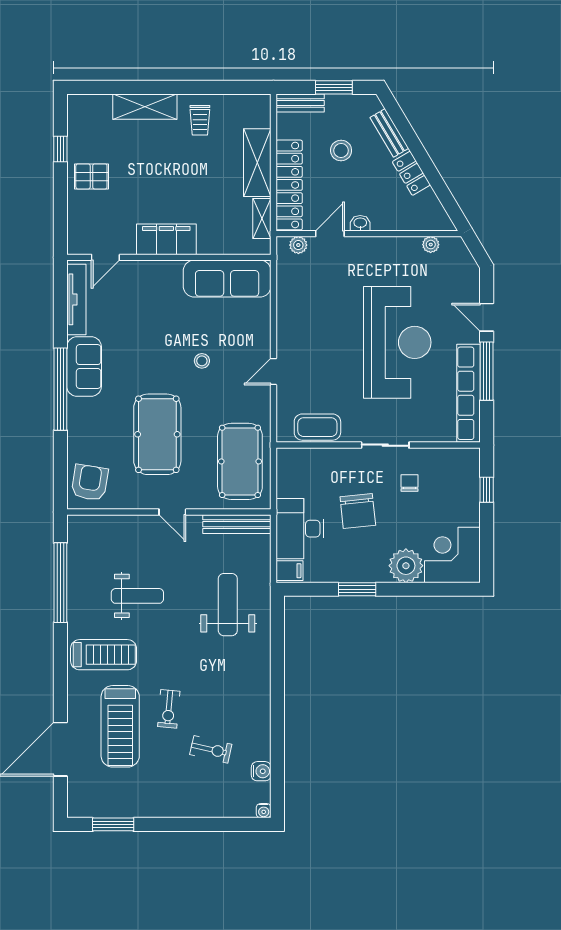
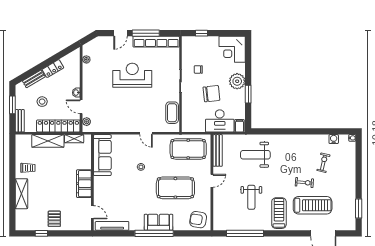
reception desk: (397, 342) -> (132, 75), width x0.74, depth x0.77
sofa: (84, 367) -> (158, 222), moved
plant: (406, 566) -> (237, 81), moved
weight bench: (137, 596) -> (251, 197), turned 180

